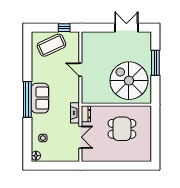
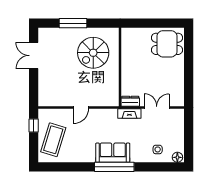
coffee table: (52, 45) -> (53, 140), turned 42
spiral stairs: (129, 81) -> (93, 53), width x0.73, depth x0.73
dining table: (122, 129) -> (167, 44), moved, turned 90

